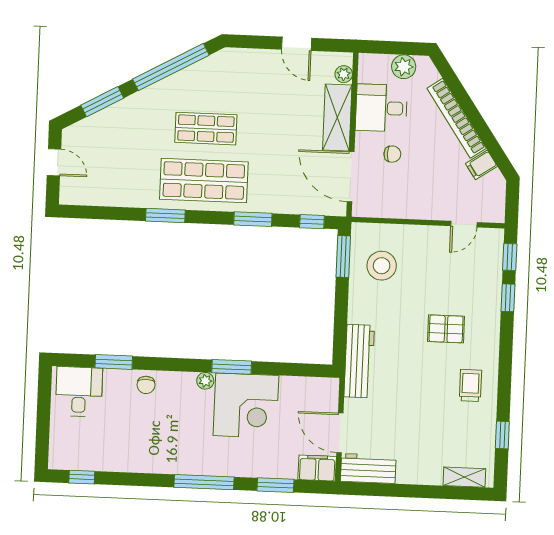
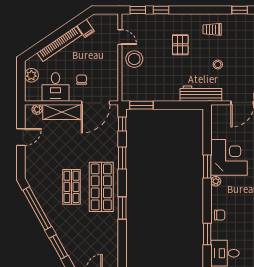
stool: (382, 266) -> (134, 59), moved
stool: (409, 393) -> (218, 65), added

